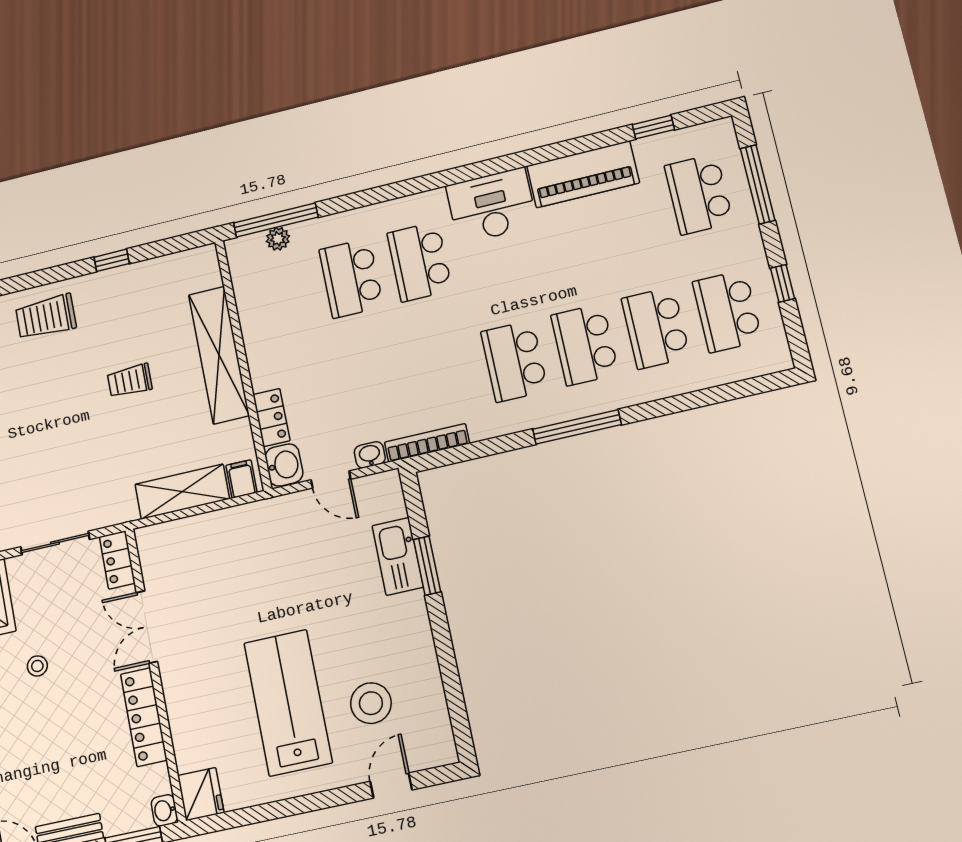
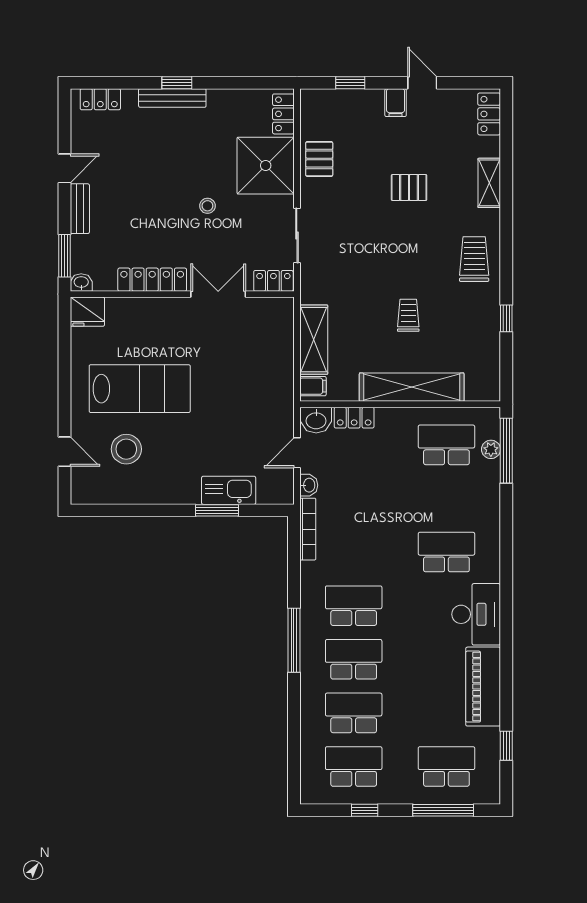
school desk: (351, 278) -> (446, 445), moved

